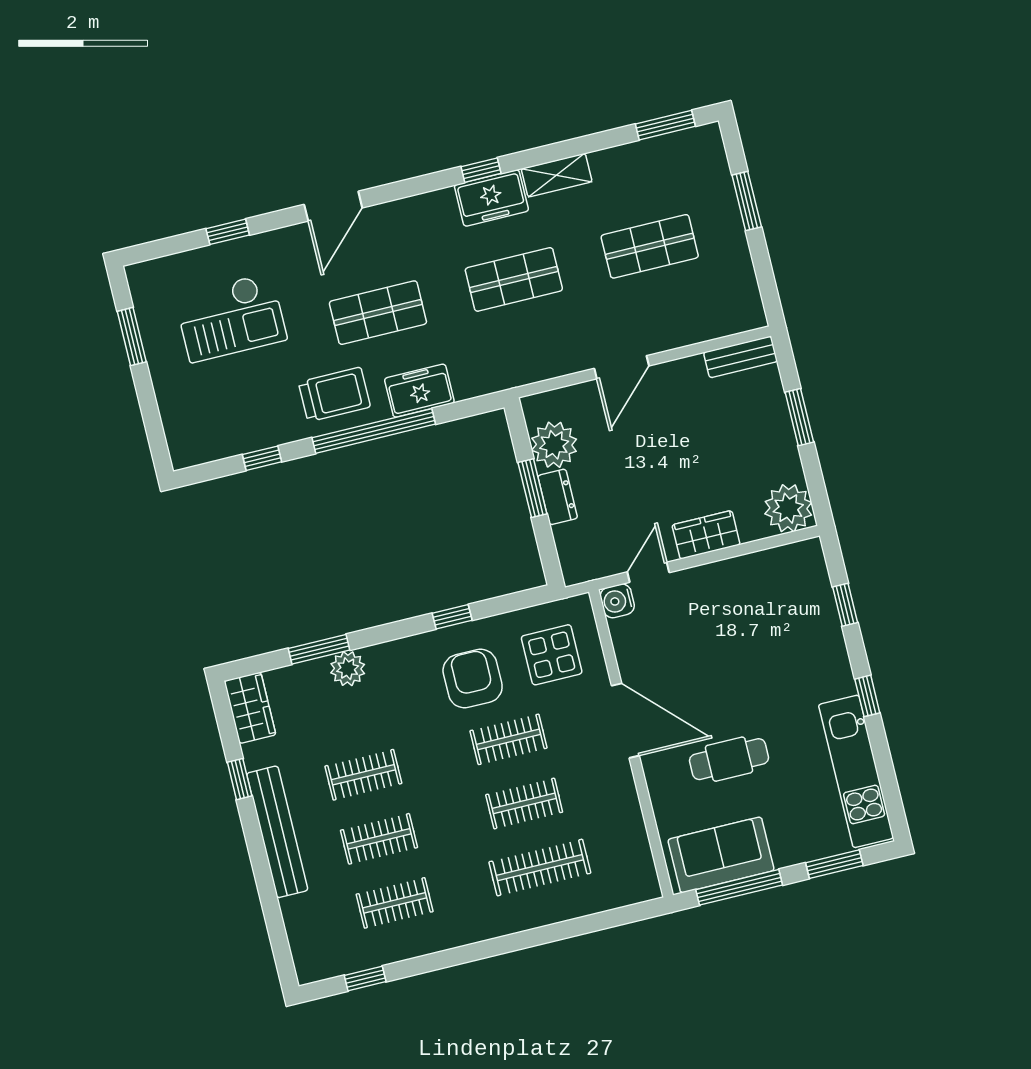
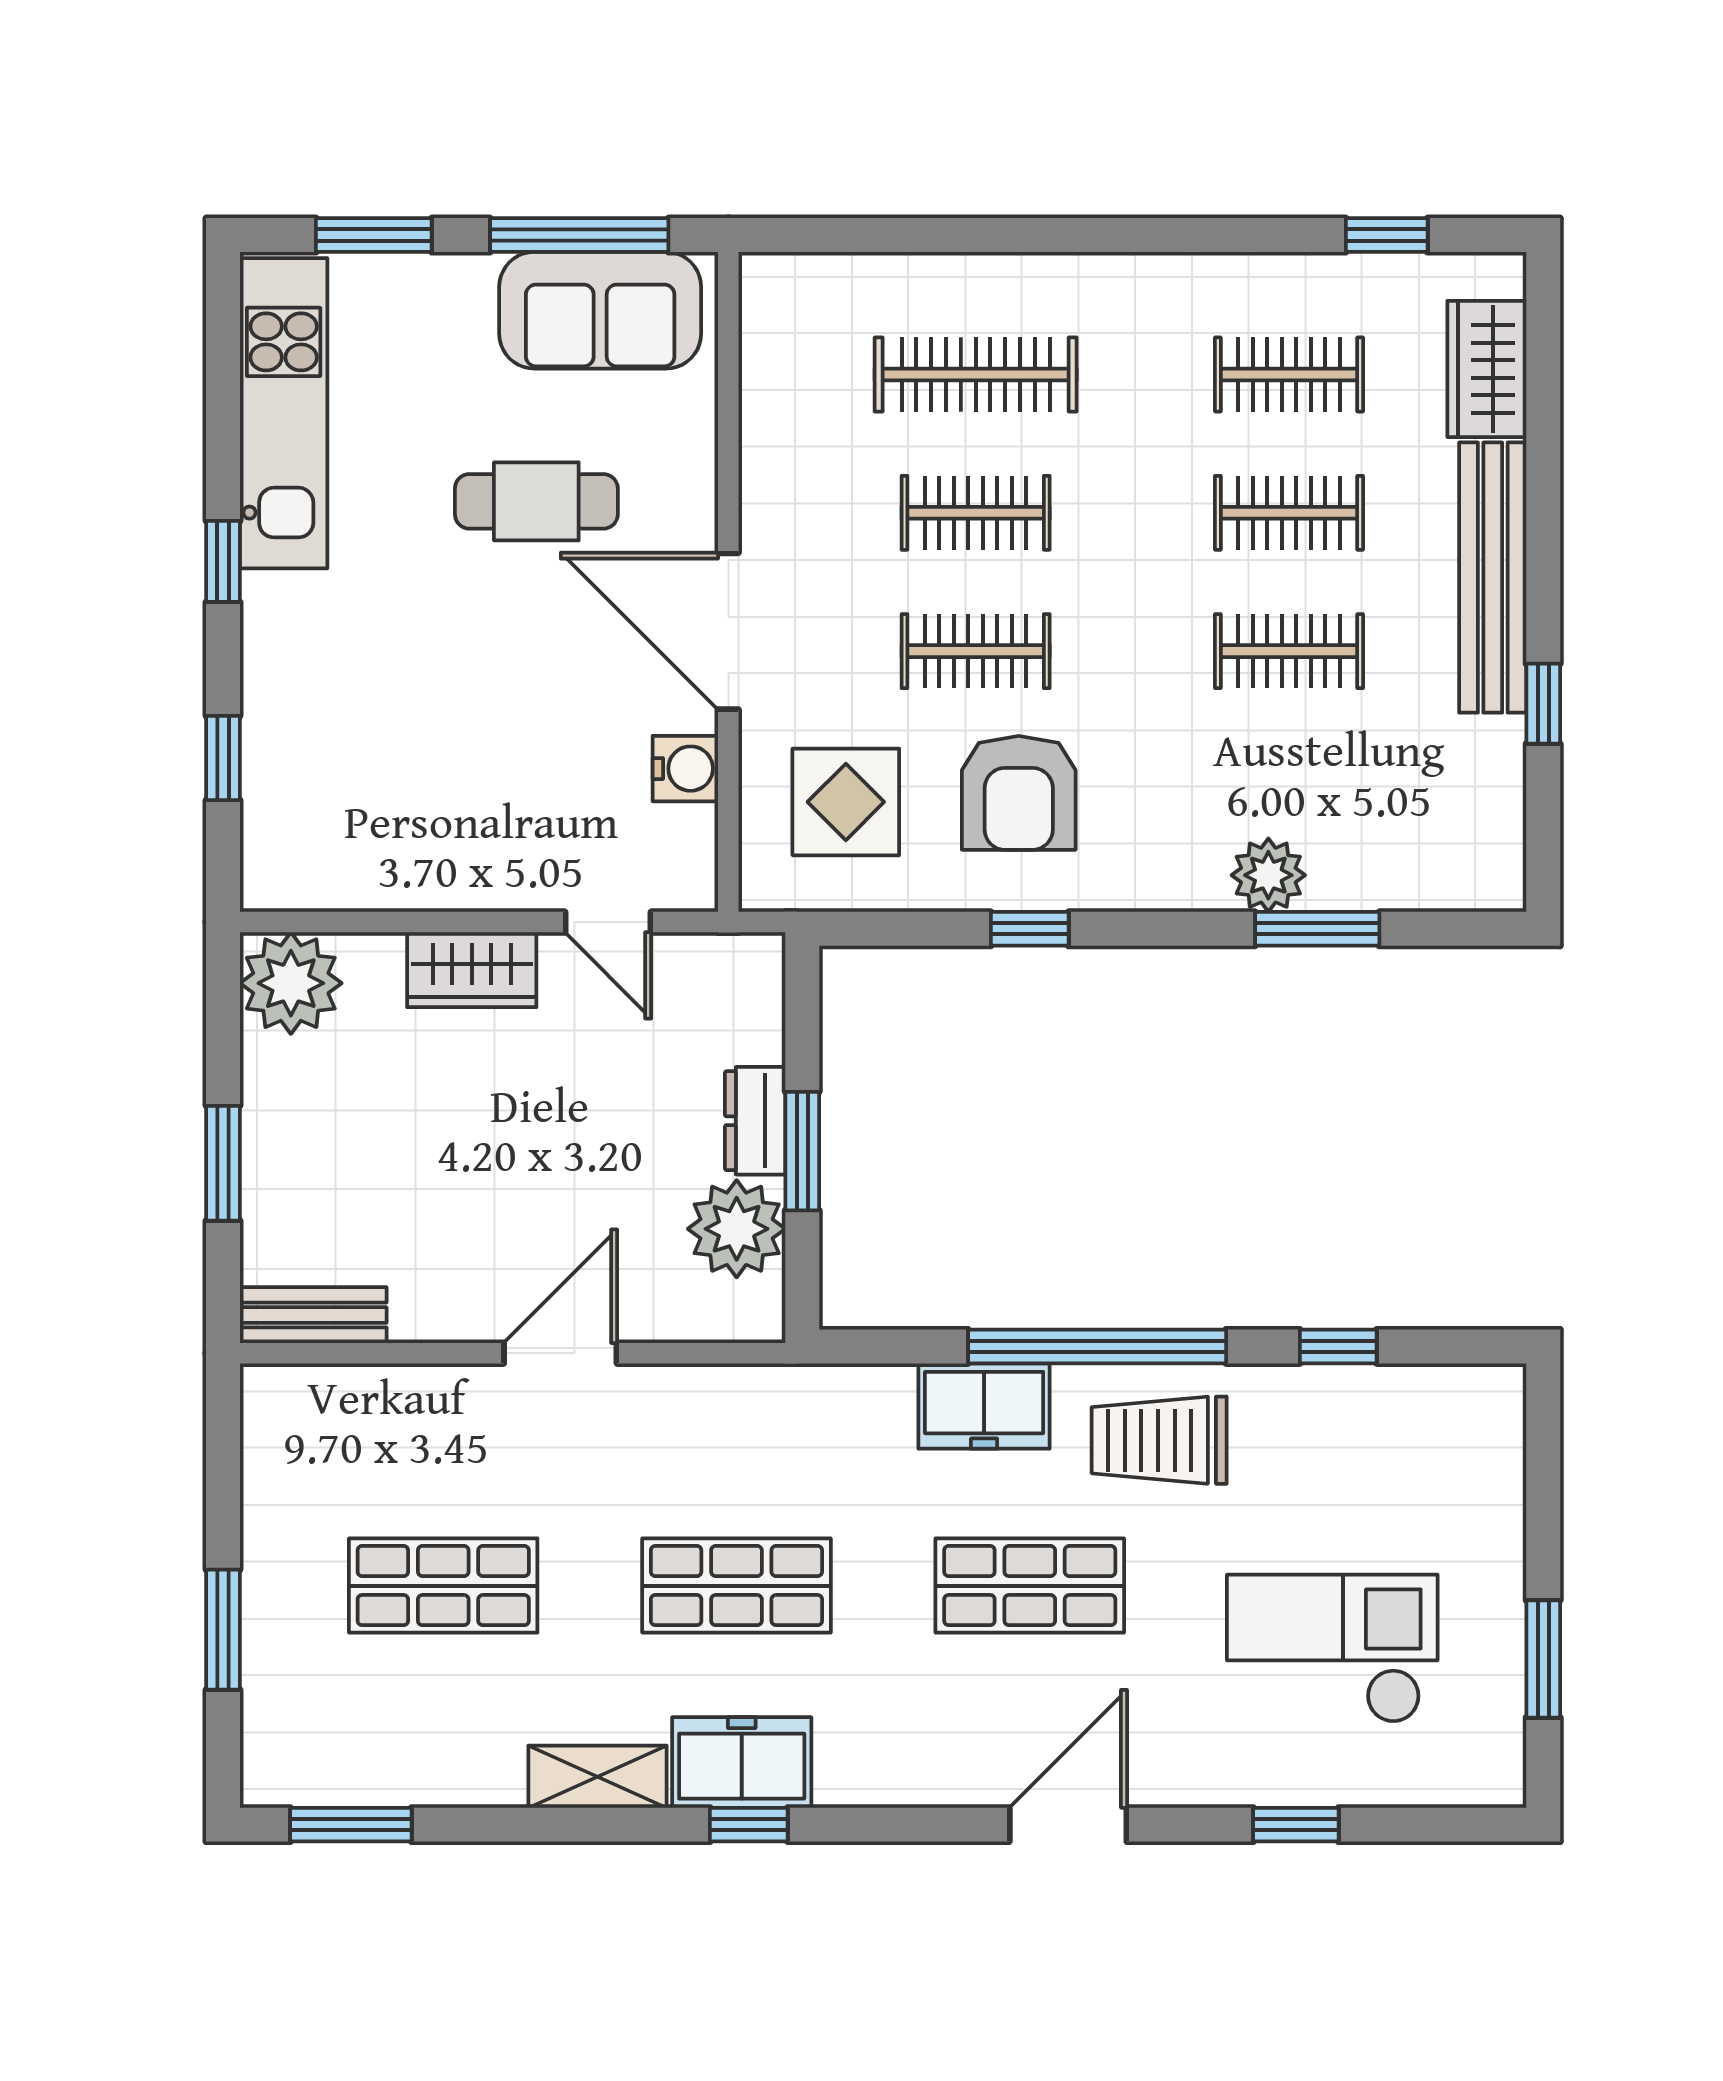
door: (648, 572) -> (608, 922), hinge flipped
water cooler: (617, 601) -> (685, 769), moved
wardrobe: (250, 708) -> (1487, 369), moved

